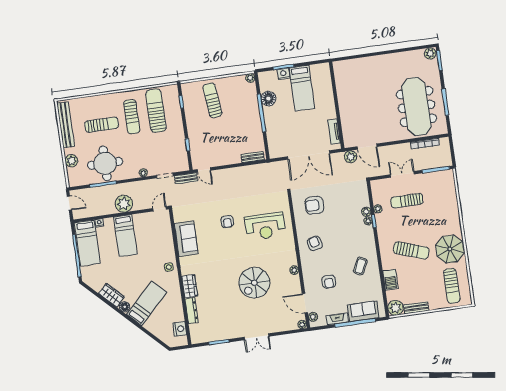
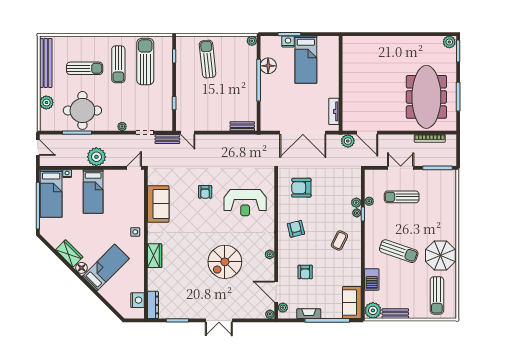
coffee table: (360, 266) -> (339, 241), moved
dresser: (192, 311) -> (153, 305), moved
sofa: (363, 311) -> (352, 303), moved, turned -90

